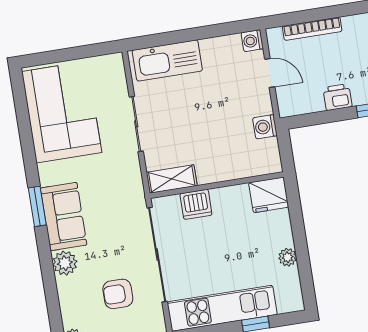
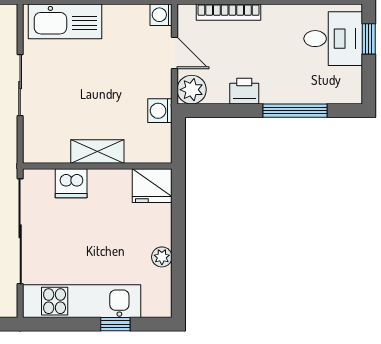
plant: (290, 103) -> (192, 90), added
shelving: (172, 179) -> (97, 151), moved

